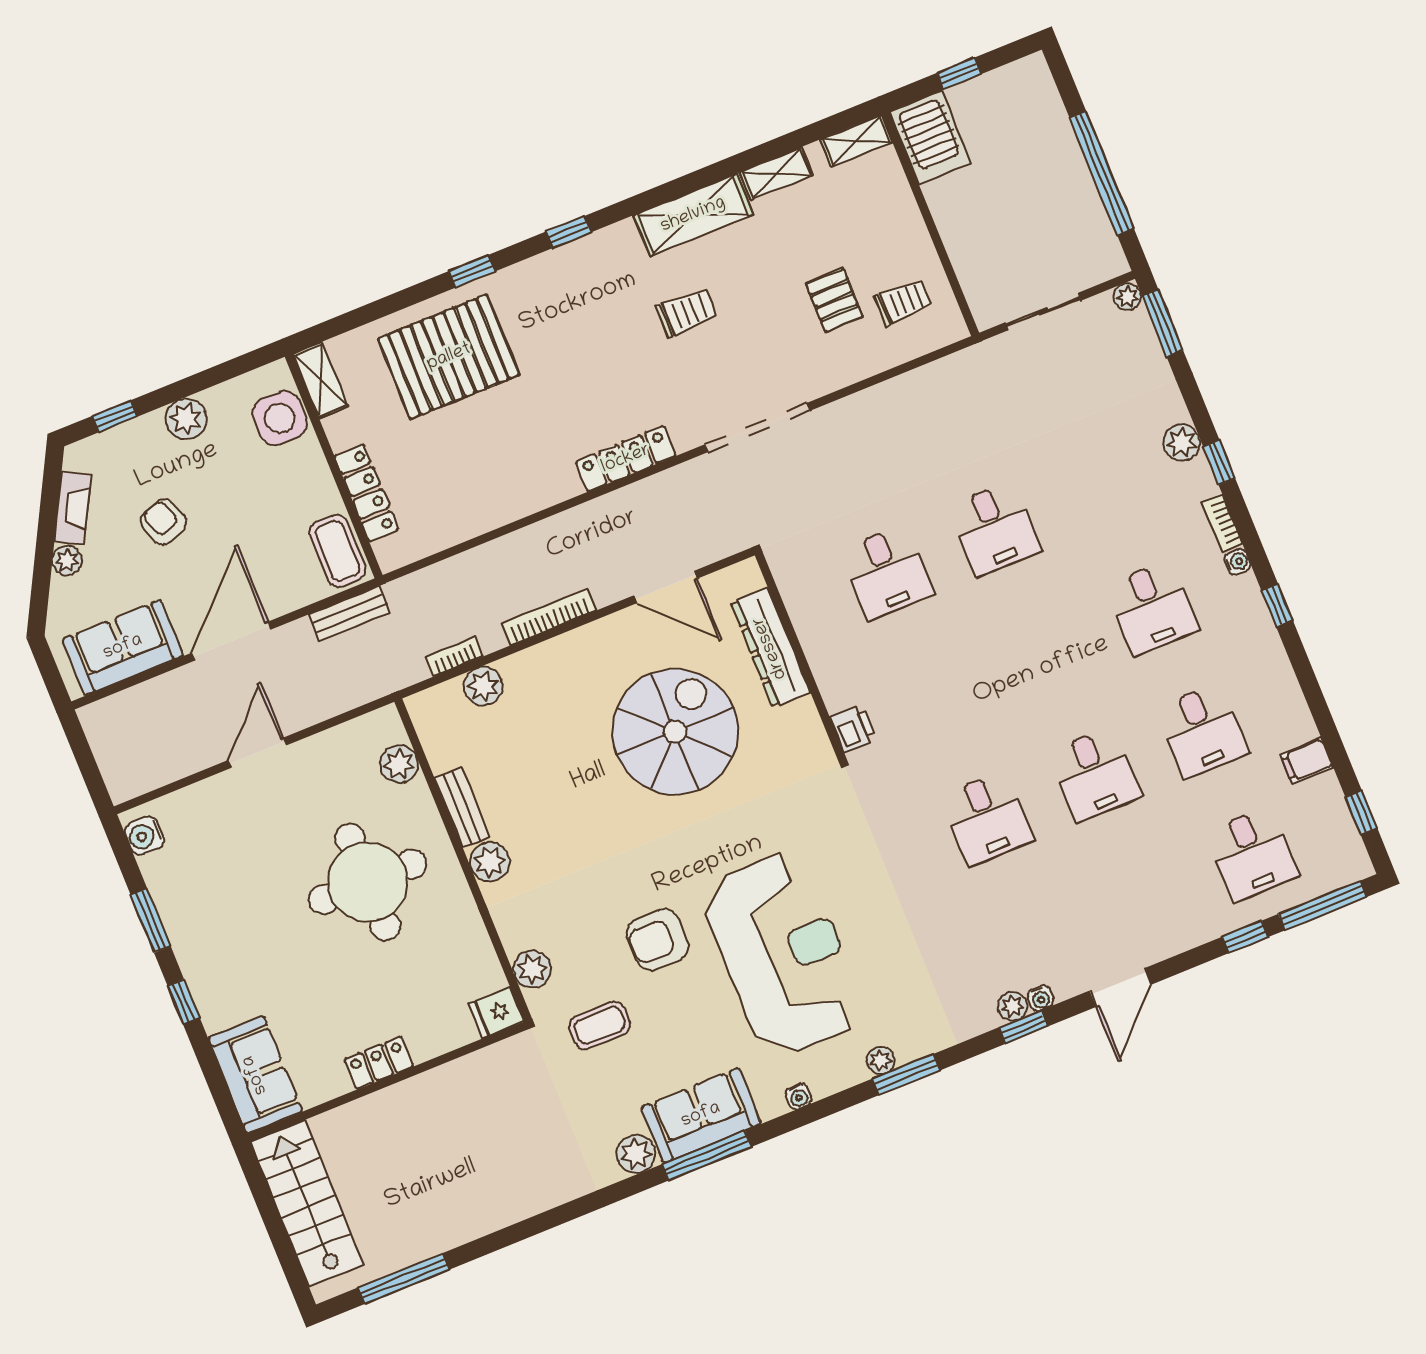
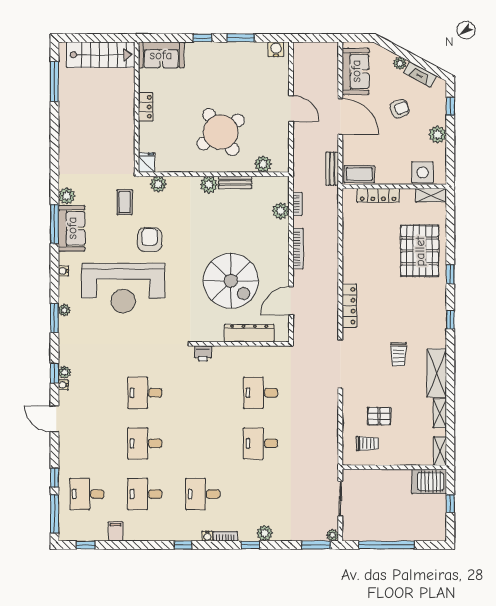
trolley: (903, 302) -> (367, 444), turned -90
round table: (368, 882) -> (221, 132), turned -34

